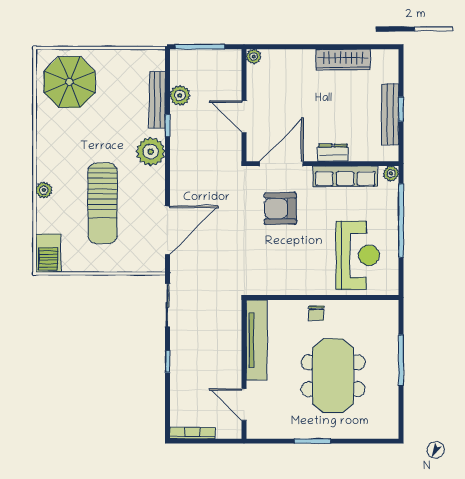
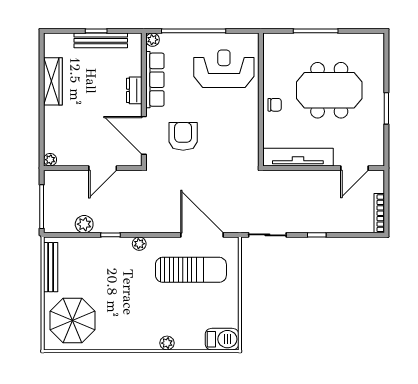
bench: (157, 100) -> (51, 267), moved, turned 90
plant: (151, 152) -> (139, 244), width x0.53, depth x0.53
sun lounger: (103, 203) -> (191, 270), moved
armchair: (280, 209) -> (183, 136), turned 180

